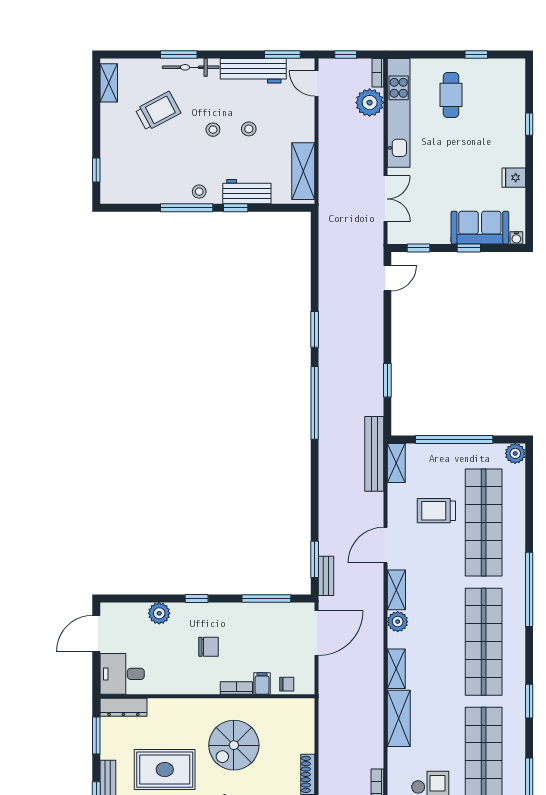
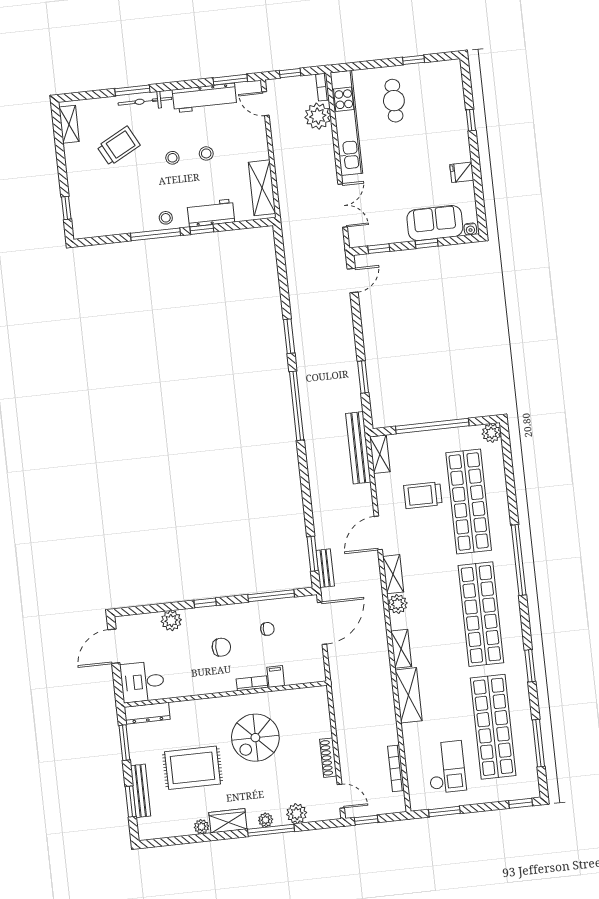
chair: (287, 684) -> (267, 629), moved

